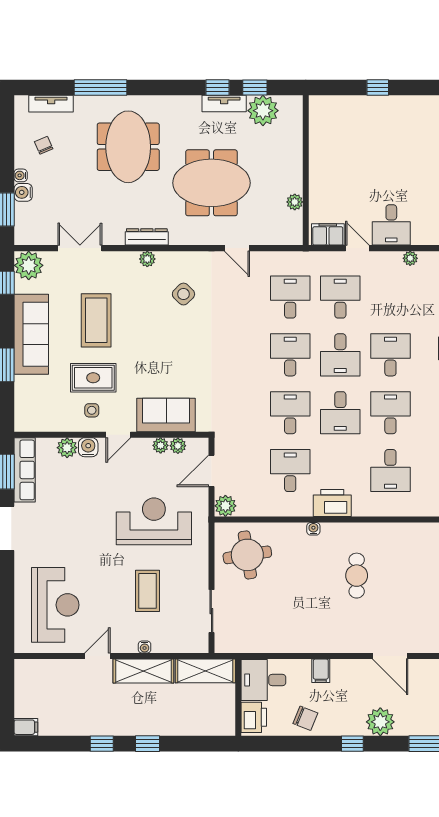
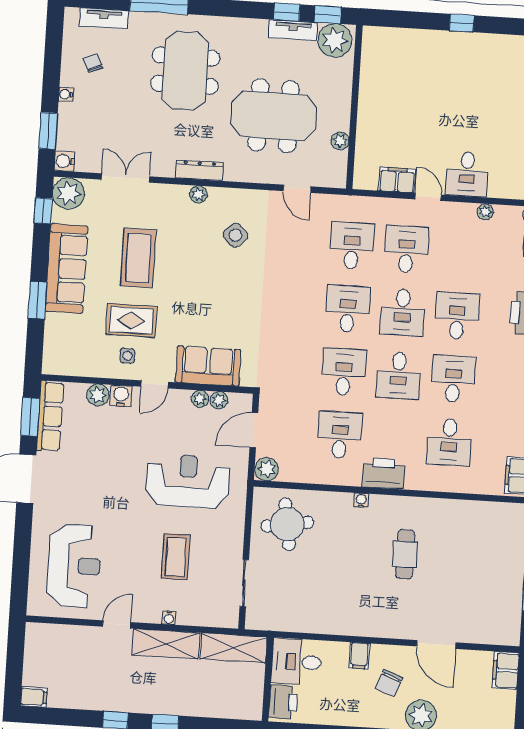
wall: (306, 170) -> (354, 107), moved
water cooler: (23, 192) -> (65, 161), moved
plant: (295, 202) -> (340, 141), moved
chair: (305, 718) -> (389, 683), moved, turned 89

